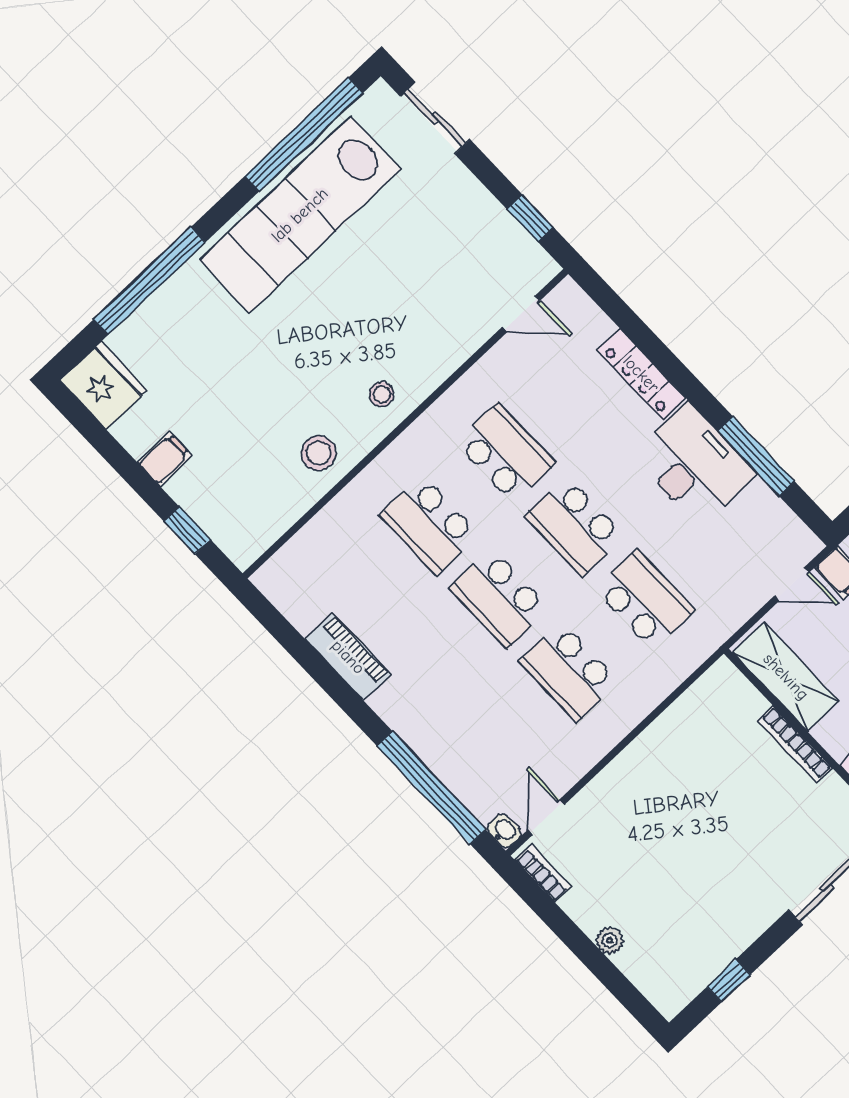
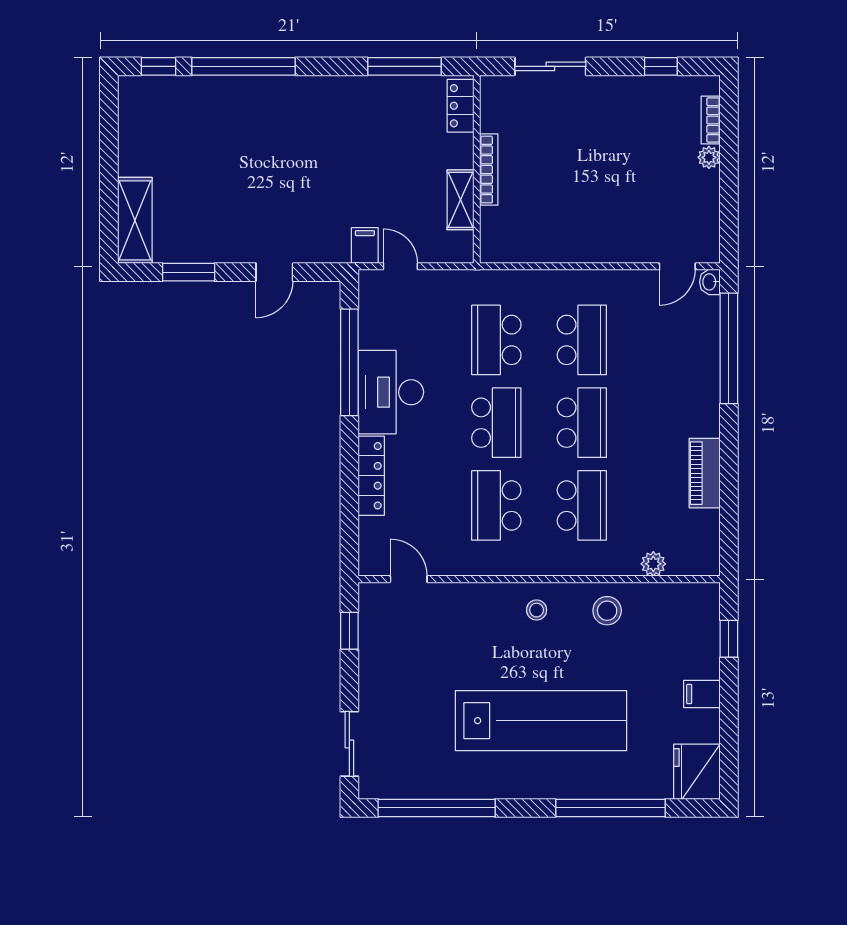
lab bench: (300, 215) -> (541, 721), moved
window: (756, 456) -> (349, 362), width x1.46
plant: (317, 533) -> (653, 564), added
shelving: (786, 677) -> (460, 200), width x0.67, depth x0.75
bookcase: (543, 873) -> (711, 120), moved

